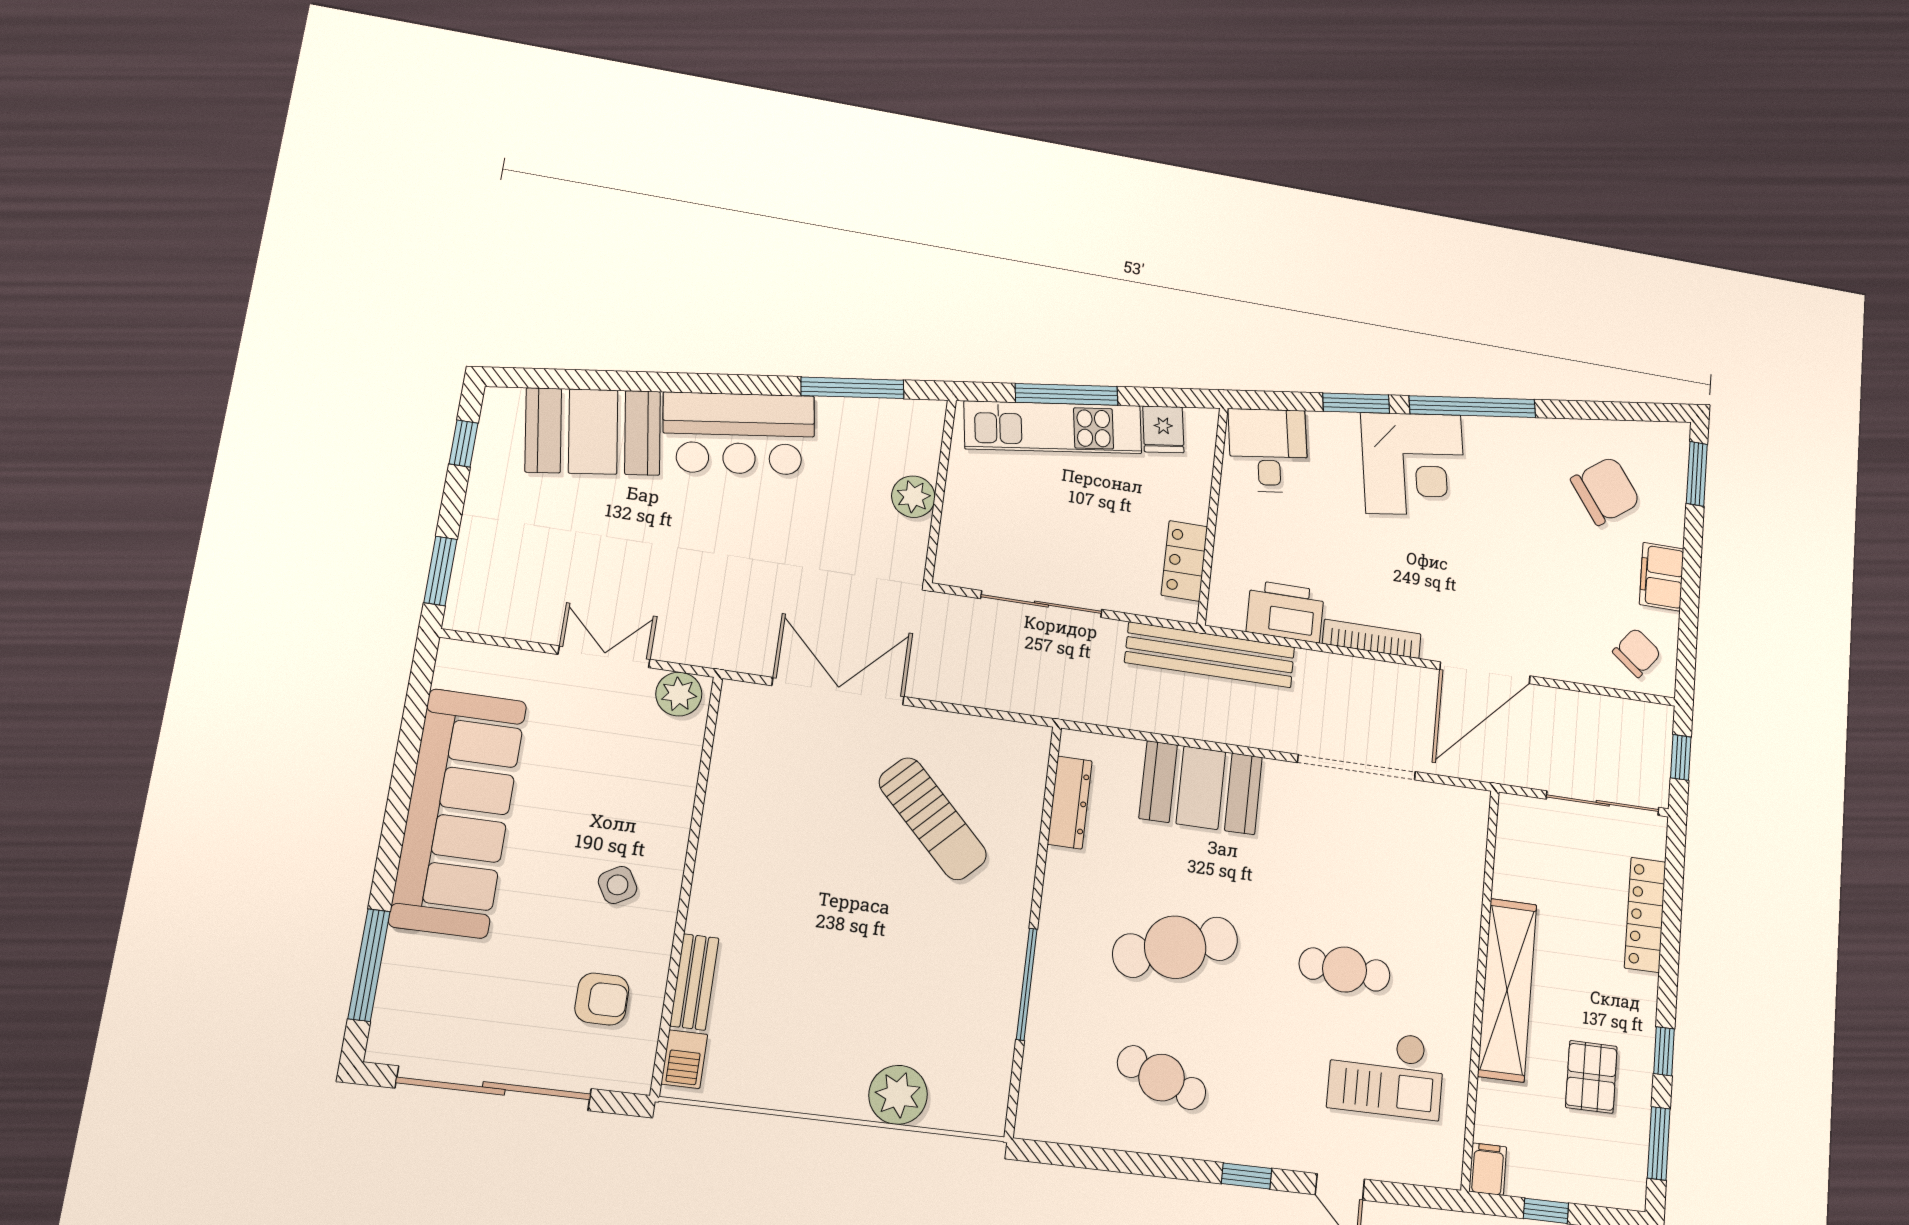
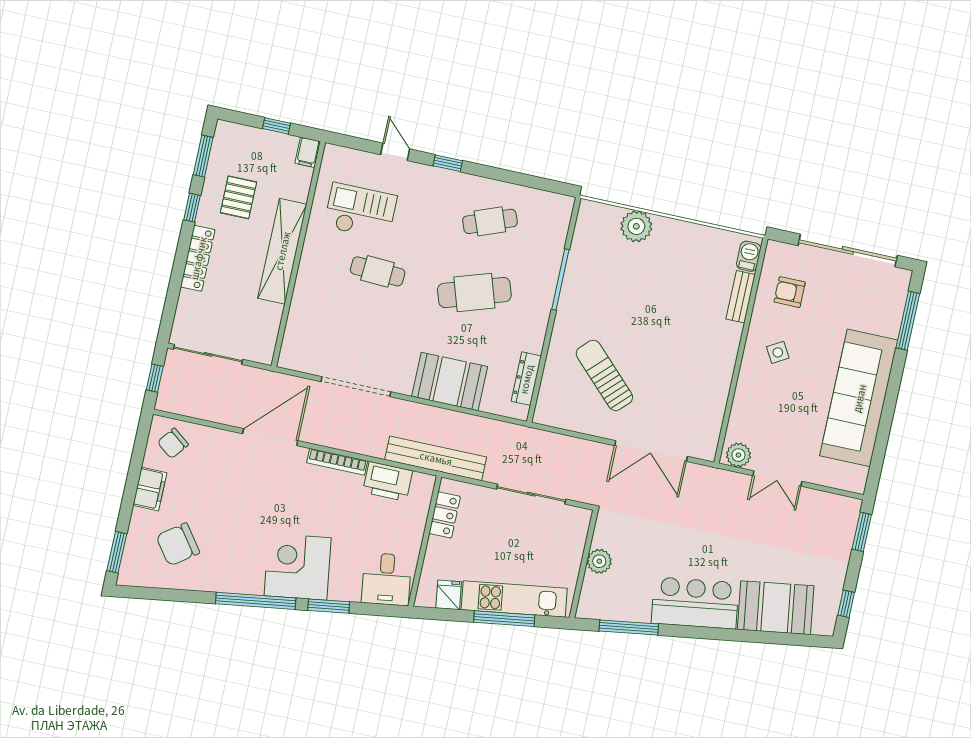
locker: (1645, 915) -> (198, 258), moved
cafe table: (1162, 1078) -> (490, 221), turned -42

